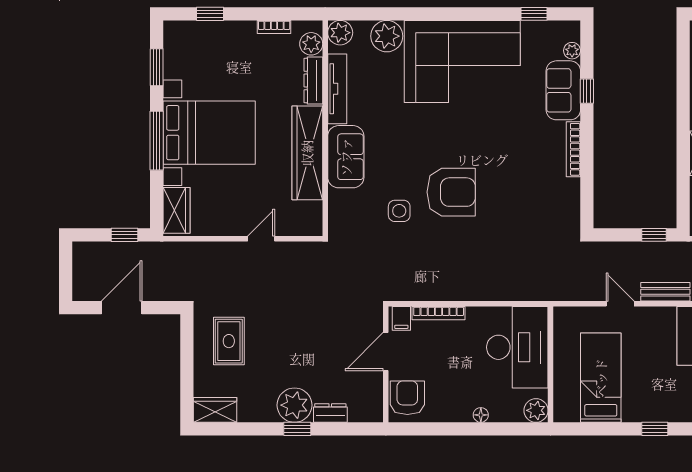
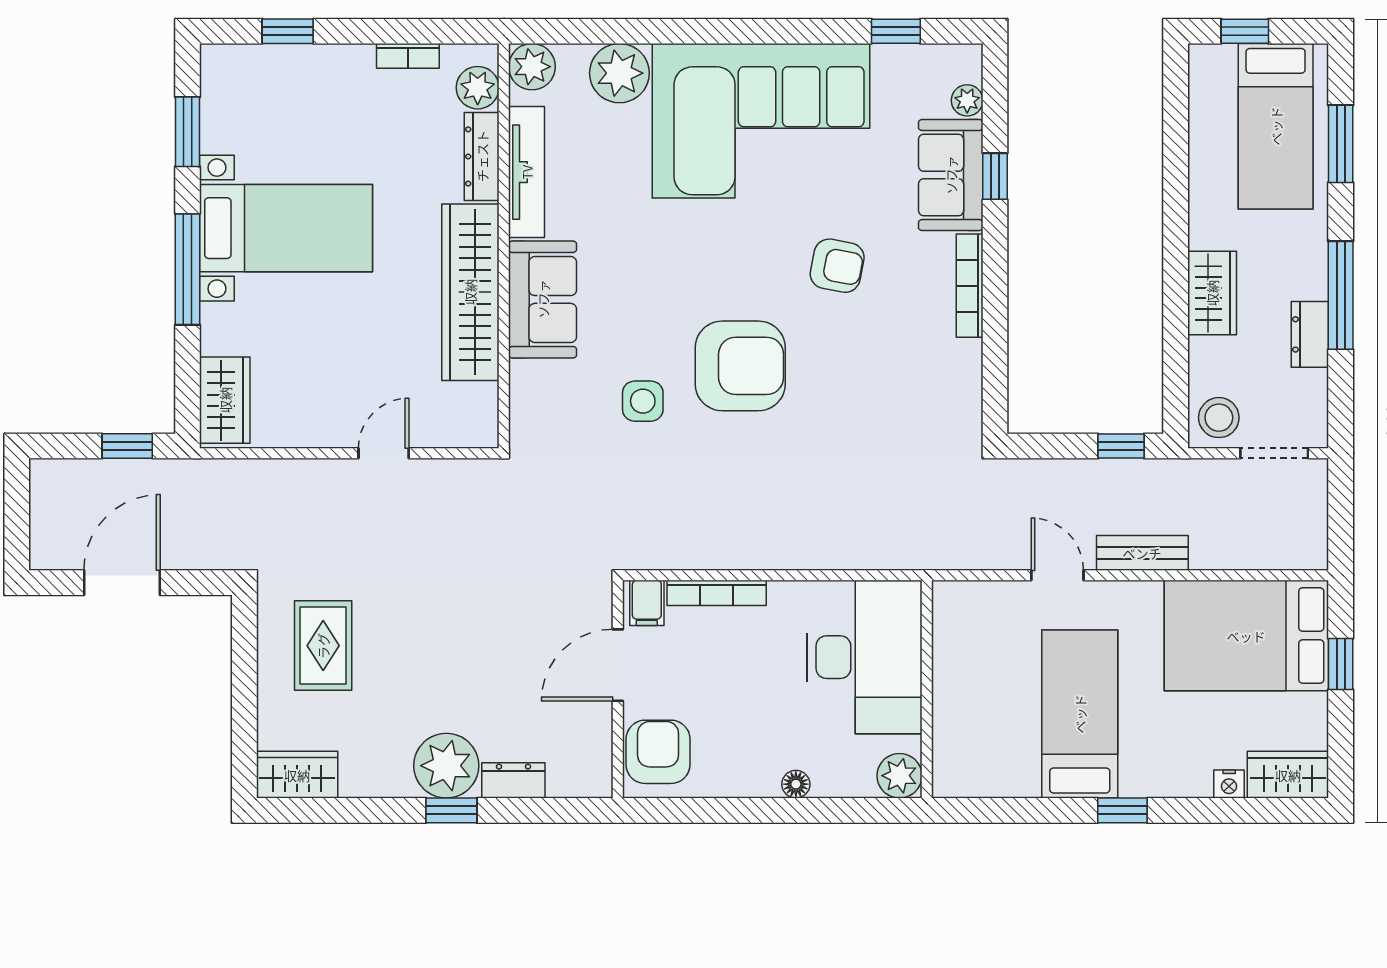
bed with nightstands: (209, 133) -> (286, 228), width x0.73
armchair: (503, 139) -> (837, 266), added
bed: (601, 378) -> (1080, 714), moved

